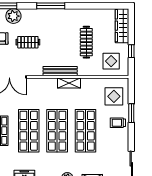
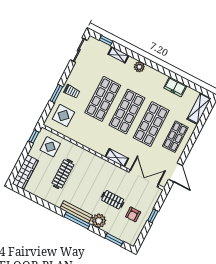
plant: (13, 16) -> (99, 221), moved
window: (131, 51) -> (34, 137), moved
bench: (60, 71) -> (76, 212), moved
shelving: (69, 83) -> (117, 158), moved

